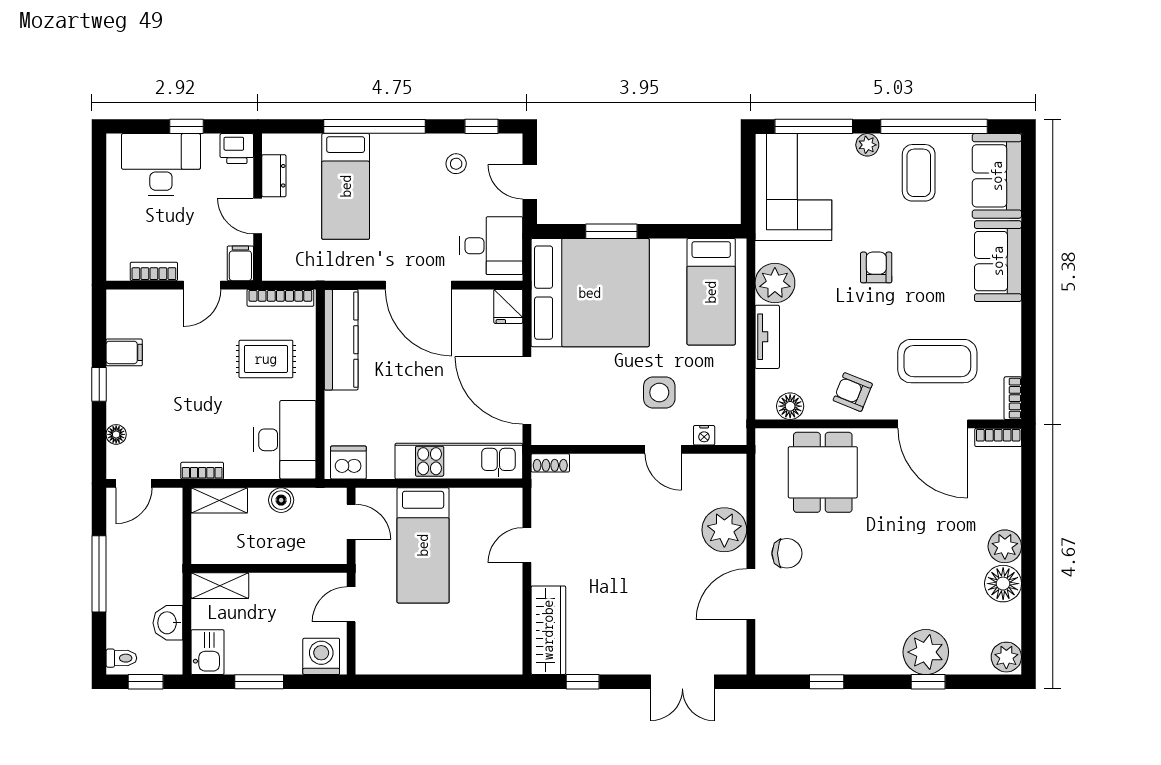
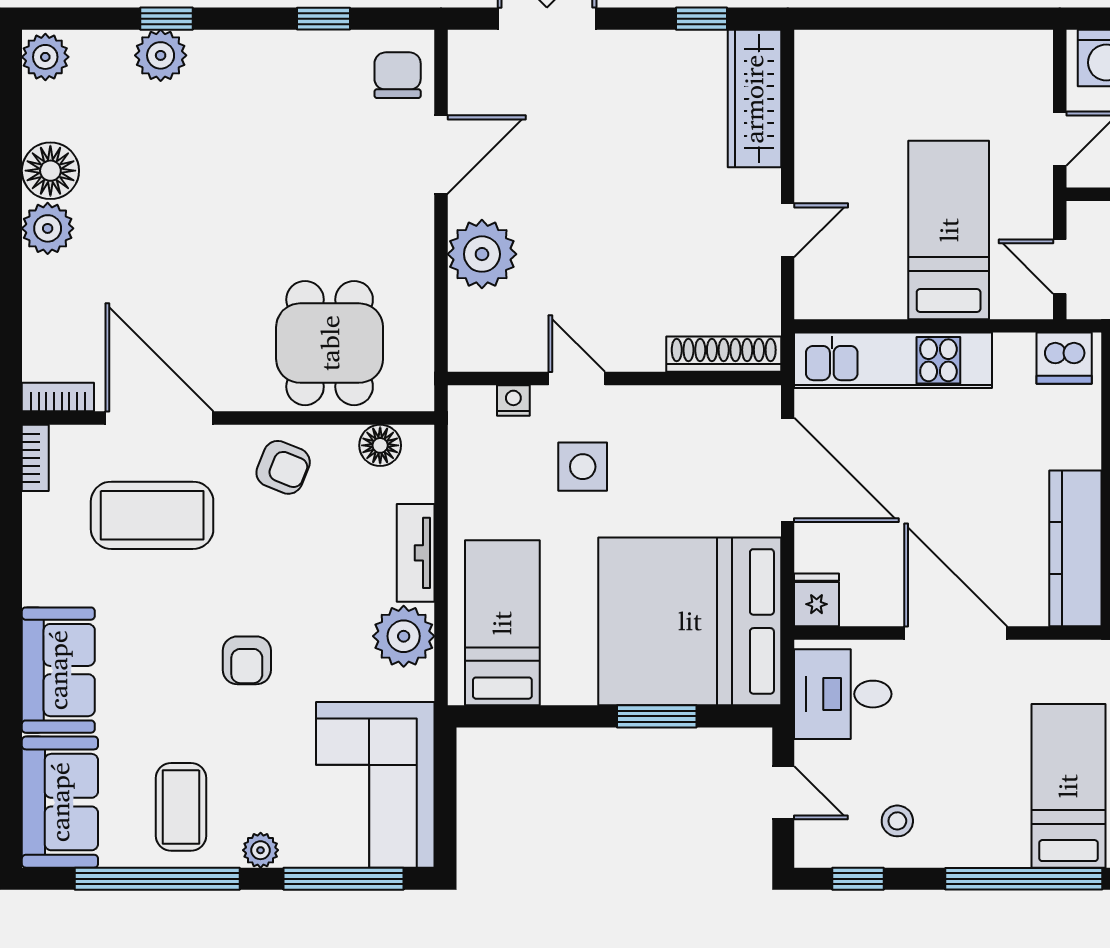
shoe rack: (550, 463) -> (724, 354), width x1.94, depth x1.24
chair: (787, 553) -> (398, 75), moved, turned 90
plant: (926, 652) -> (161, 55), width x0.73, depth x0.73

